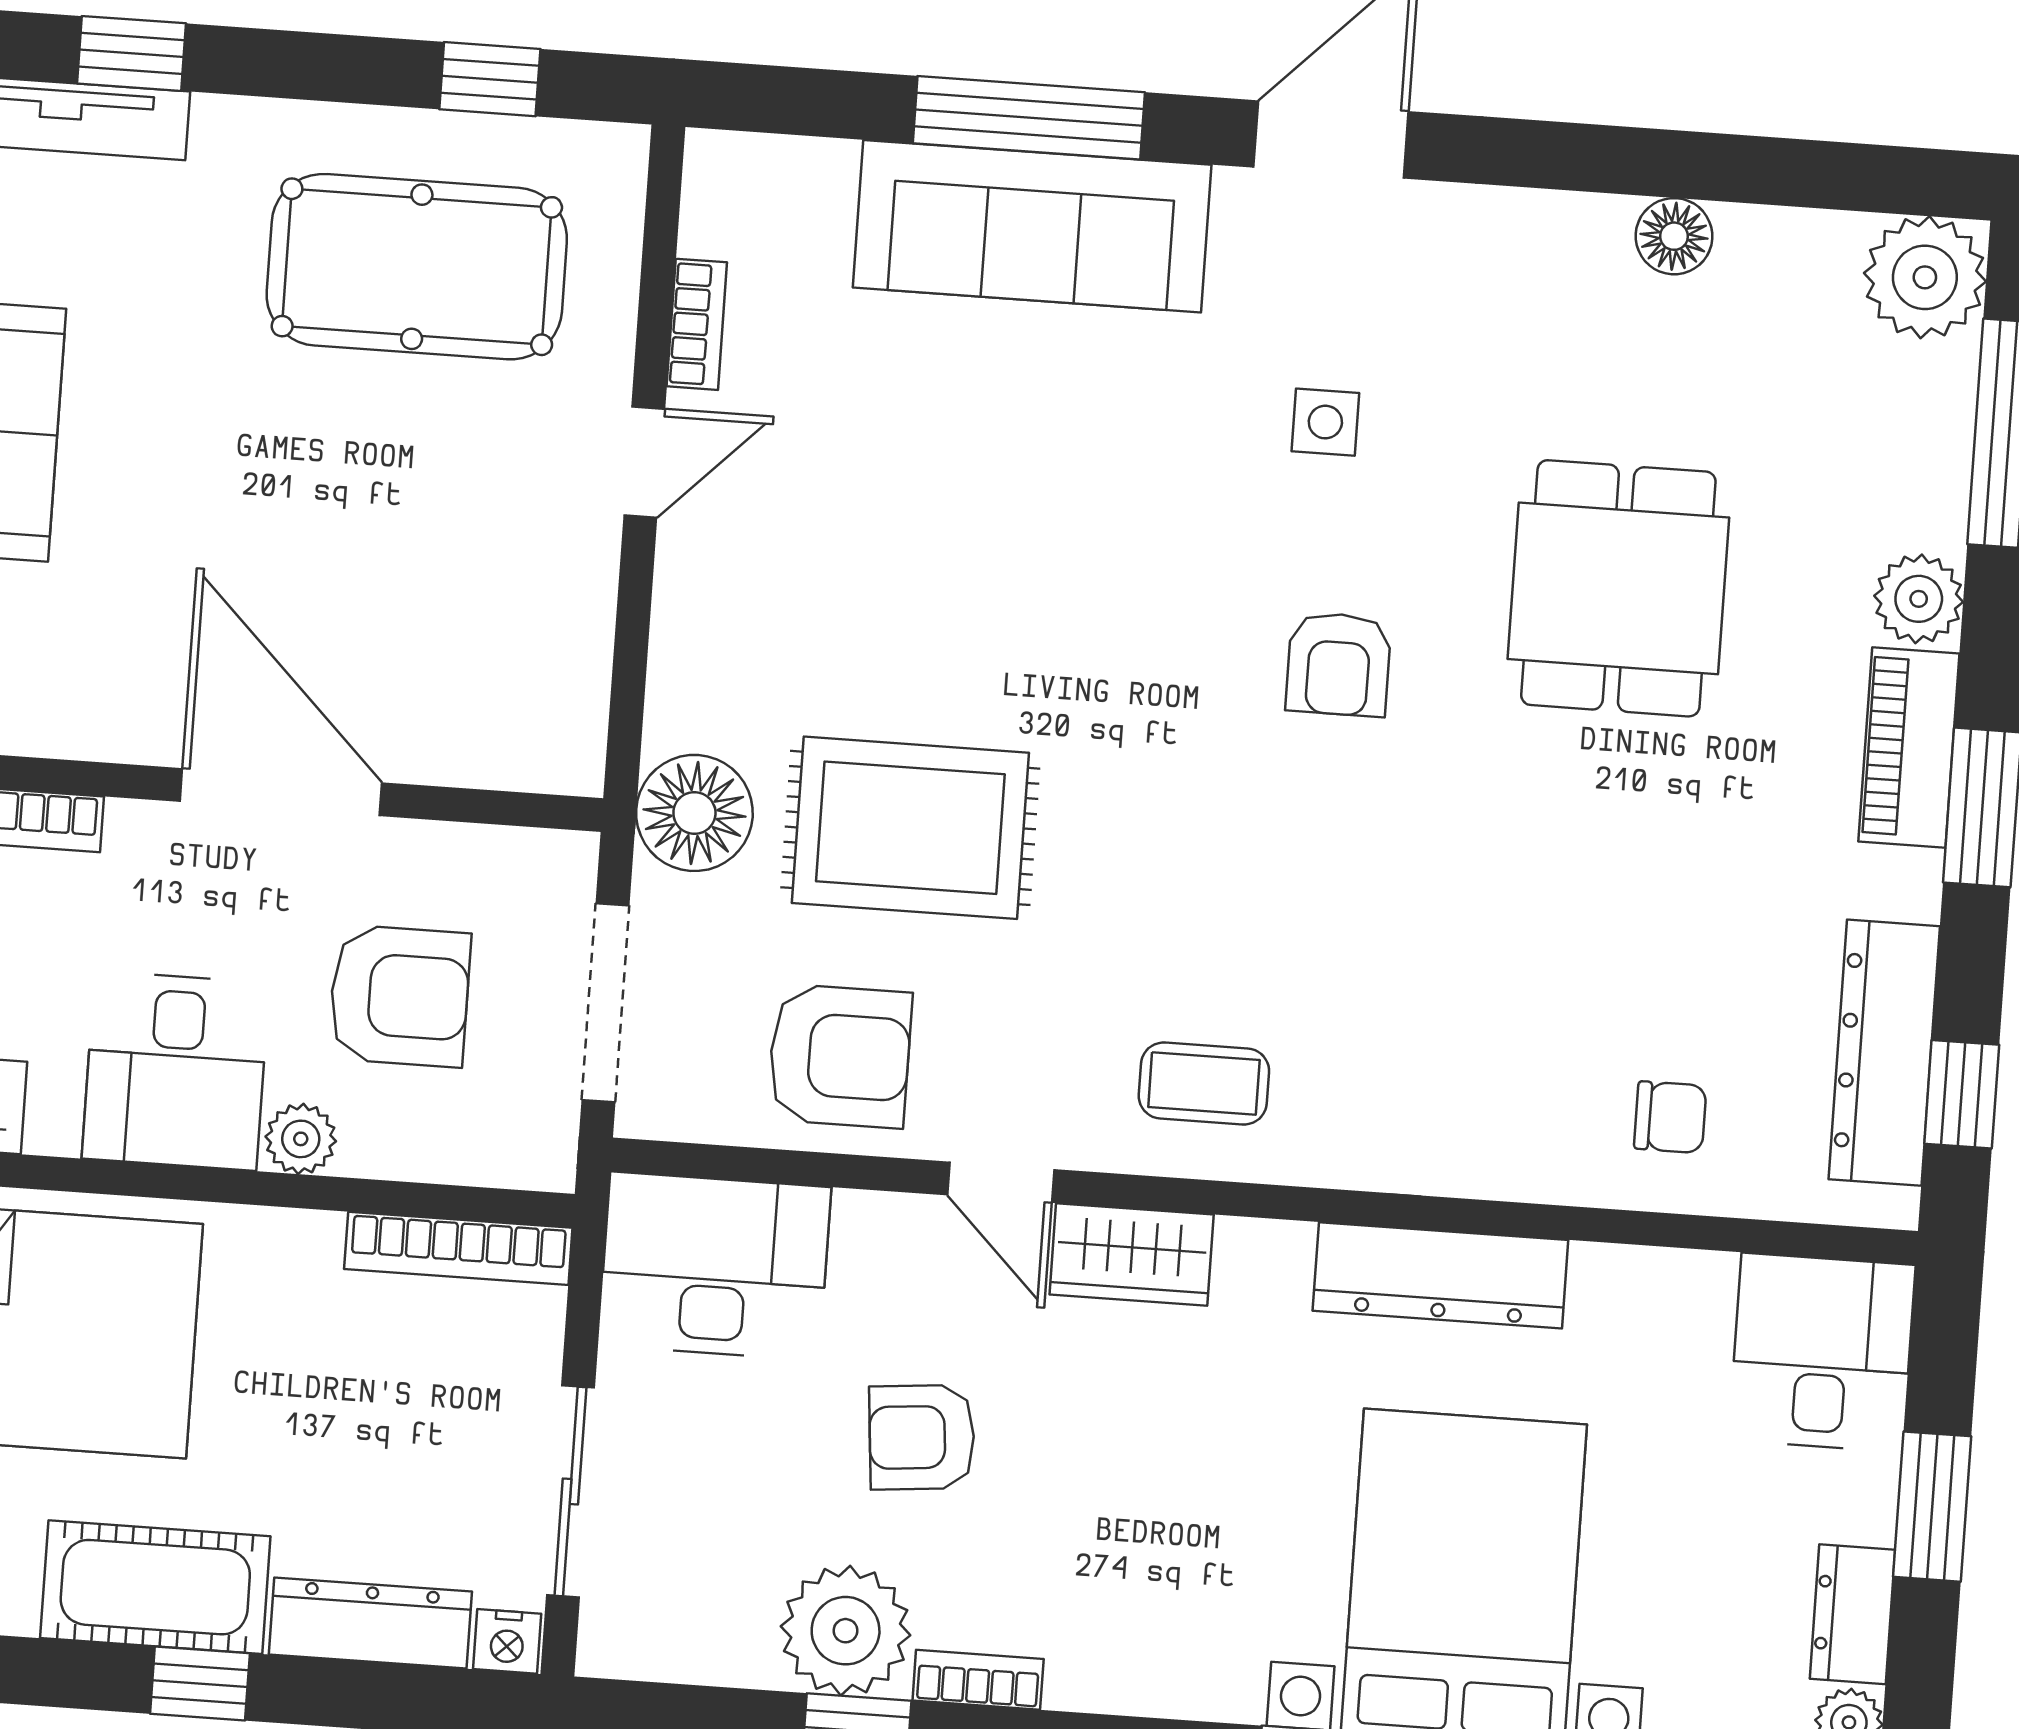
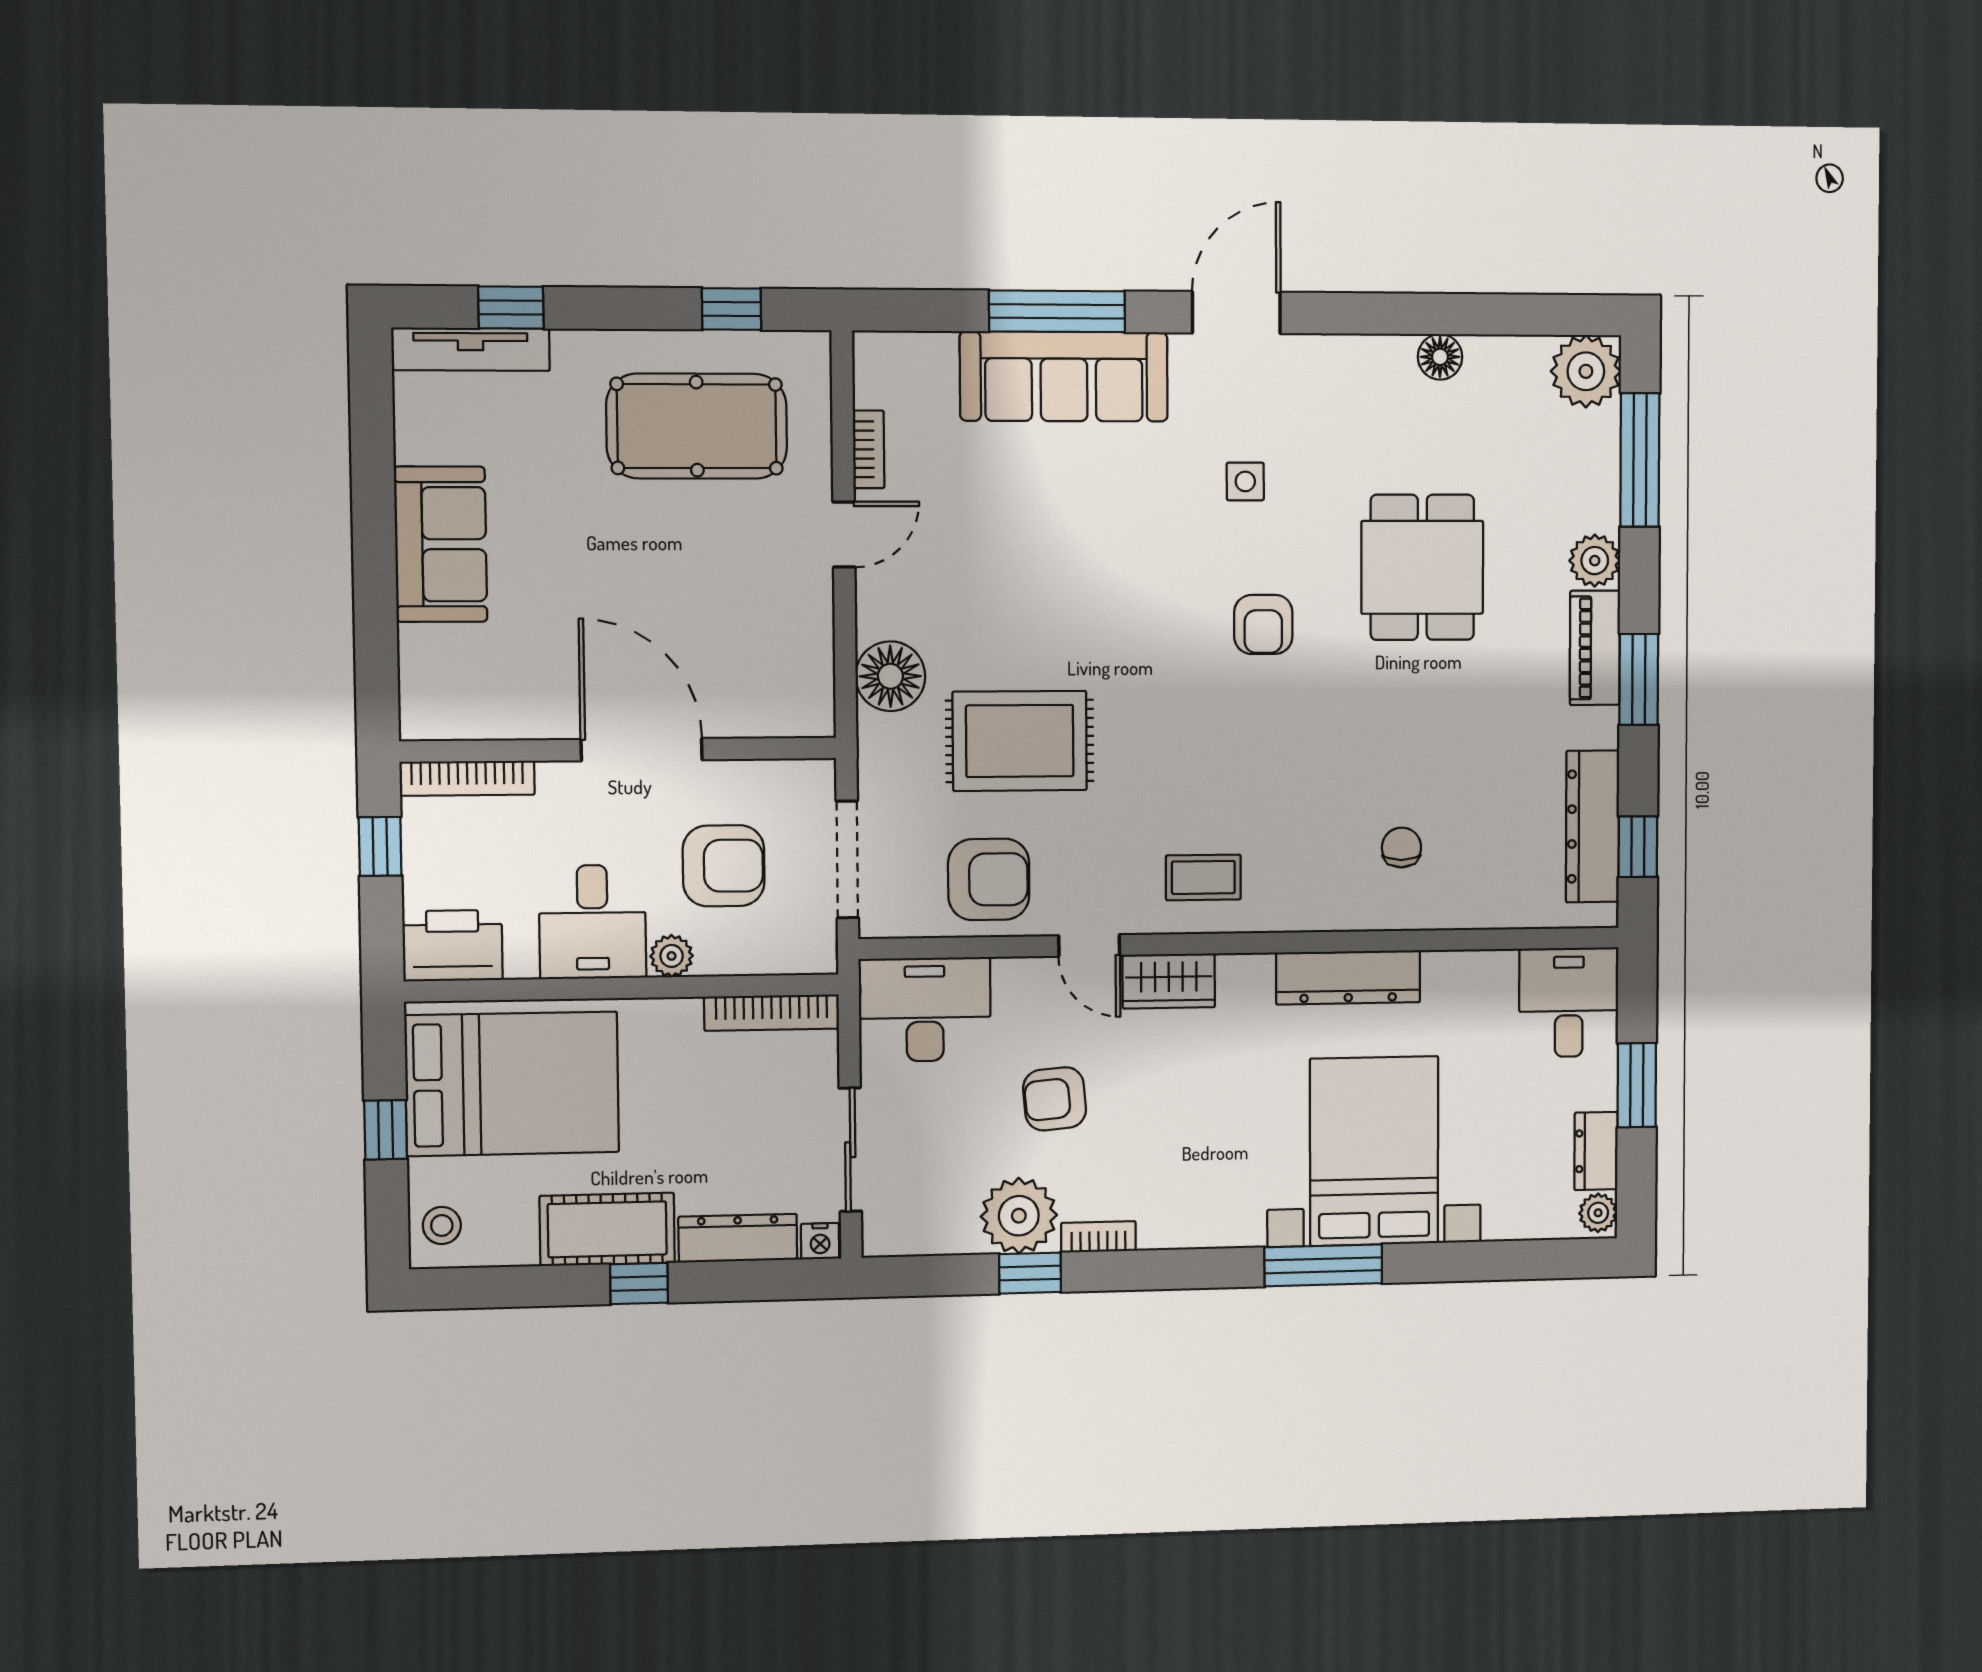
floor lamp: (694, 813) -> (890, 676), moved
chair: (1670, 1117) -> (1401, 847), moved, turned -90

